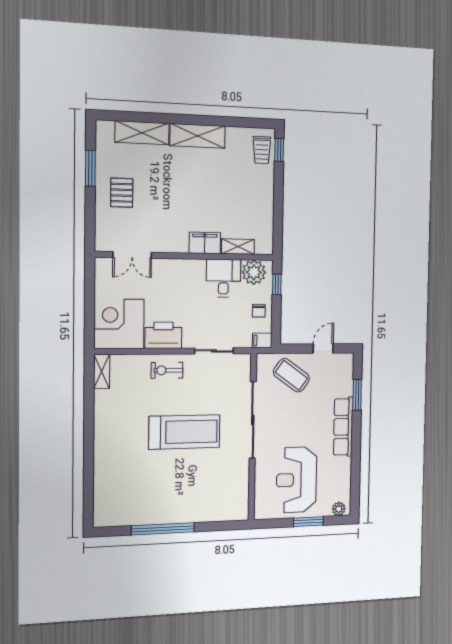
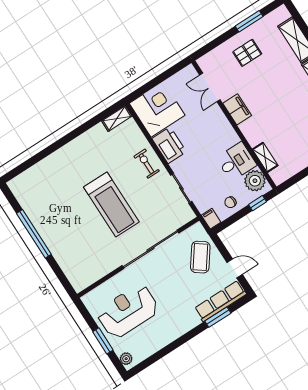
filing cabinet: (205, 243) -> (237, 109), moved
row of seats: (343, 427) -> (220, 301), moved

